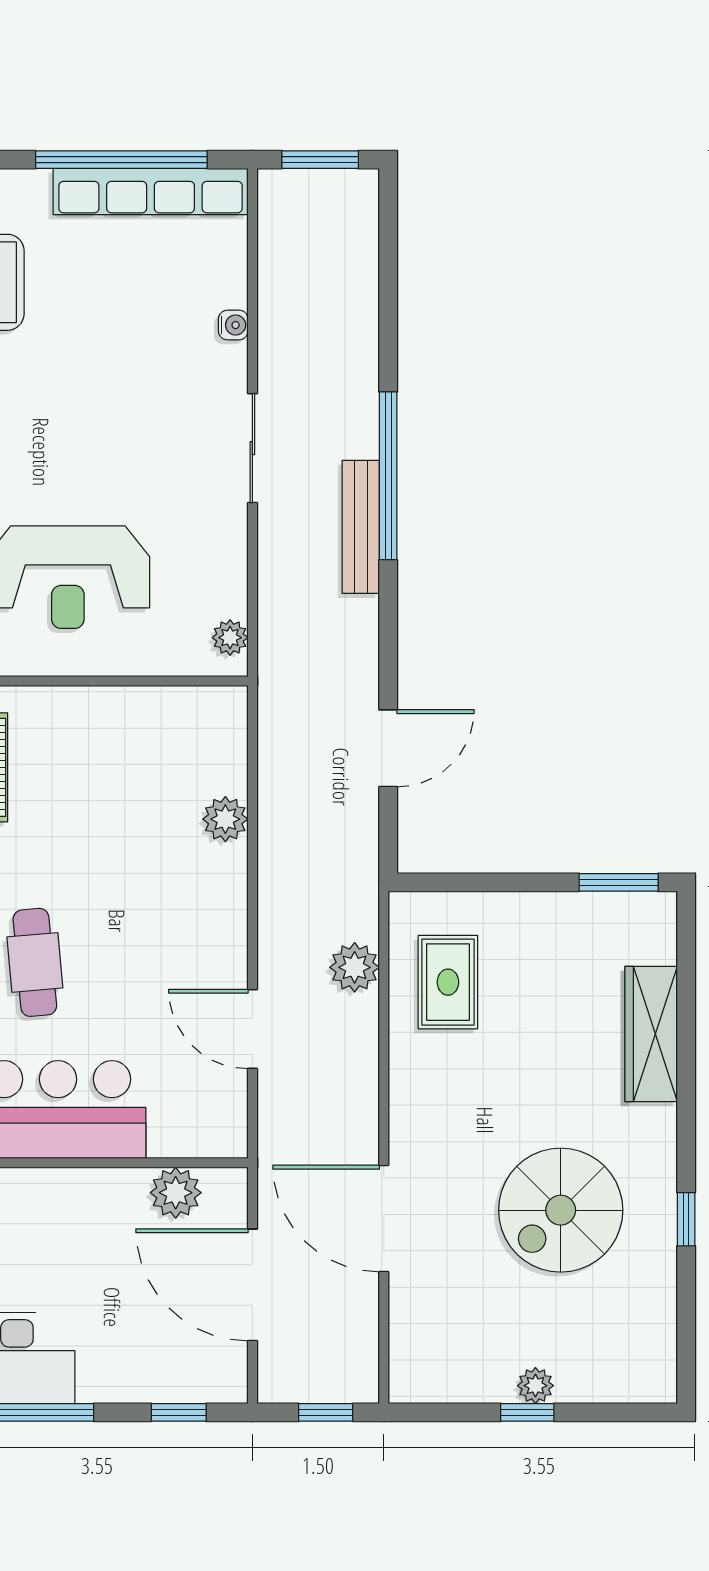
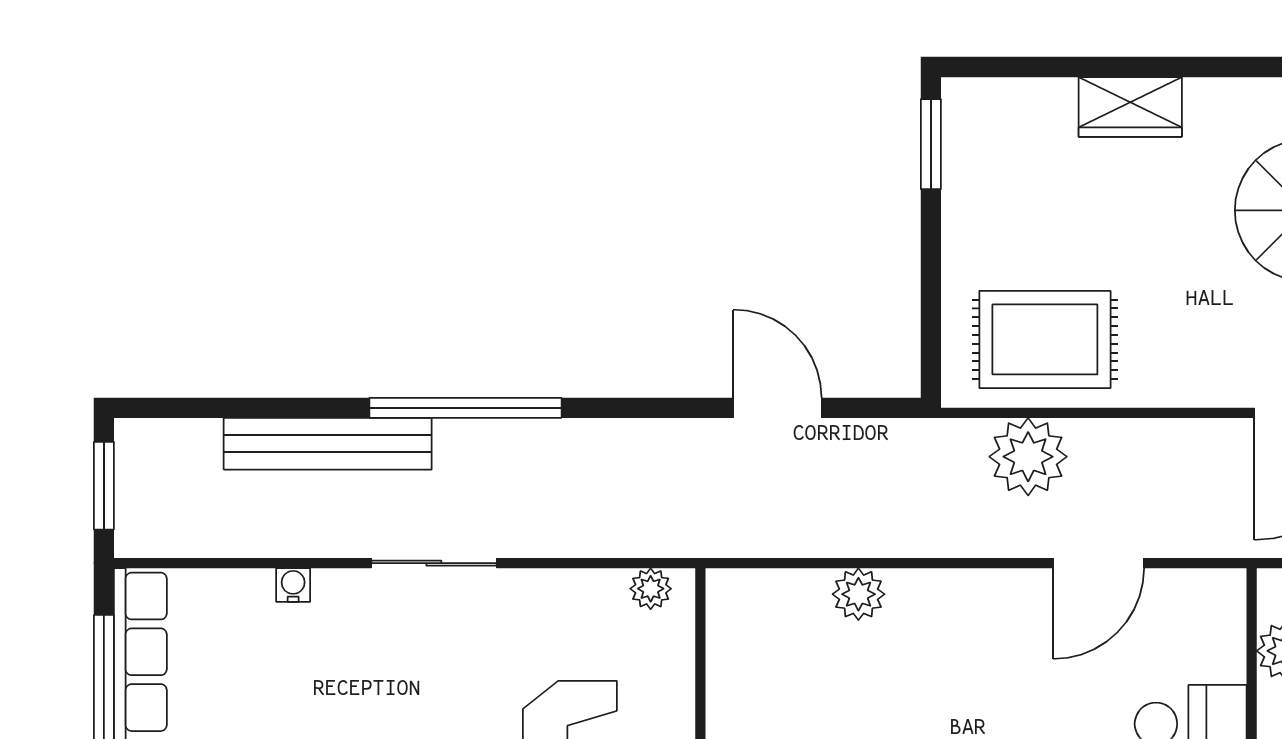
bench: (361, 527) -> (328, 444), moved, width x1.37, depth x1.21
plant: (355, 967) -> (1028, 457), width x1.36, depth x1.36
rug: (448, 982) -> (1045, 339), width x1.36, depth x1.43
wardrobe: (651, 1034) -> (1130, 107), width x0.67

